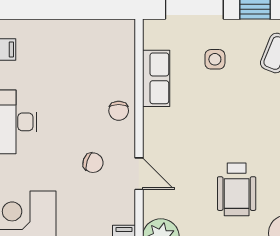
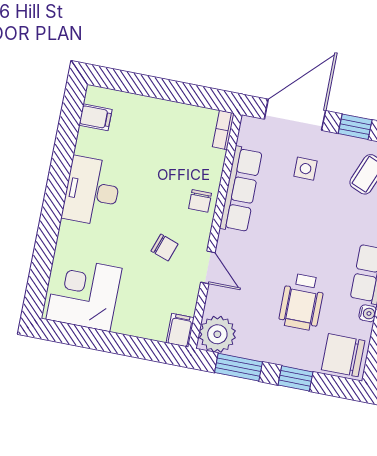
bookcase: (128, 37) -> (223, 130), added
row of seats: (156, 78) -> (241, 190), width x1.48

